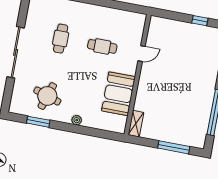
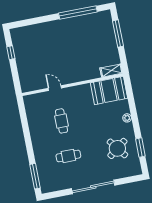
booth: (118, 94) -> (109, 90), moved
round table: (47, 96) -> (117, 148), turned 35

